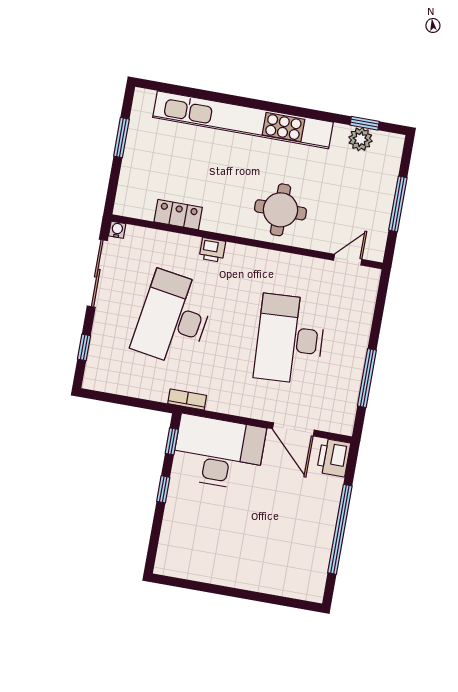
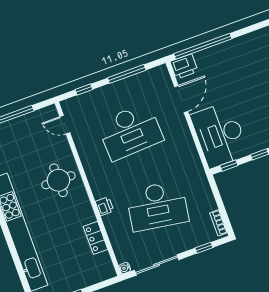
window: (379, 311) -> (84, 90), added
bookcase: (187, 400) -> (218, 223), moved
window: (340, 529) -> (203, 46), moved

